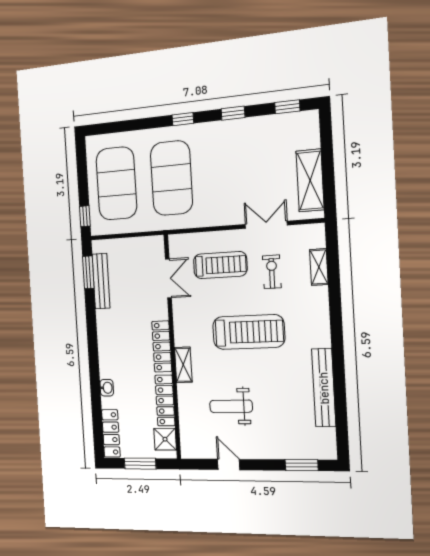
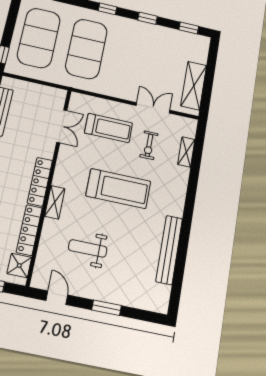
exercise bike: (272, 272) -> (149, 145), turned 180
door: (229, 464) -> (57, 298), moved
window: (302, 465) -> (107, 308), moved

